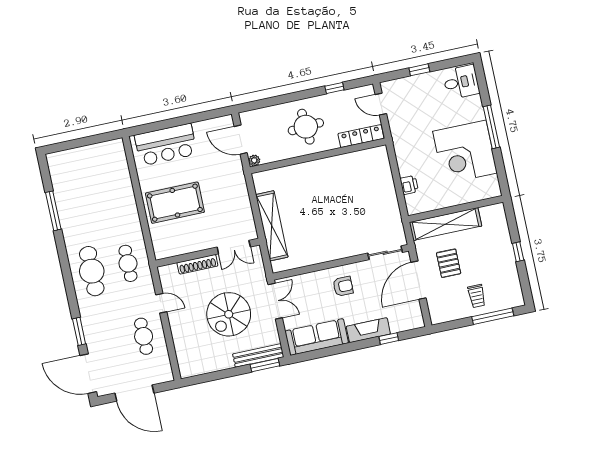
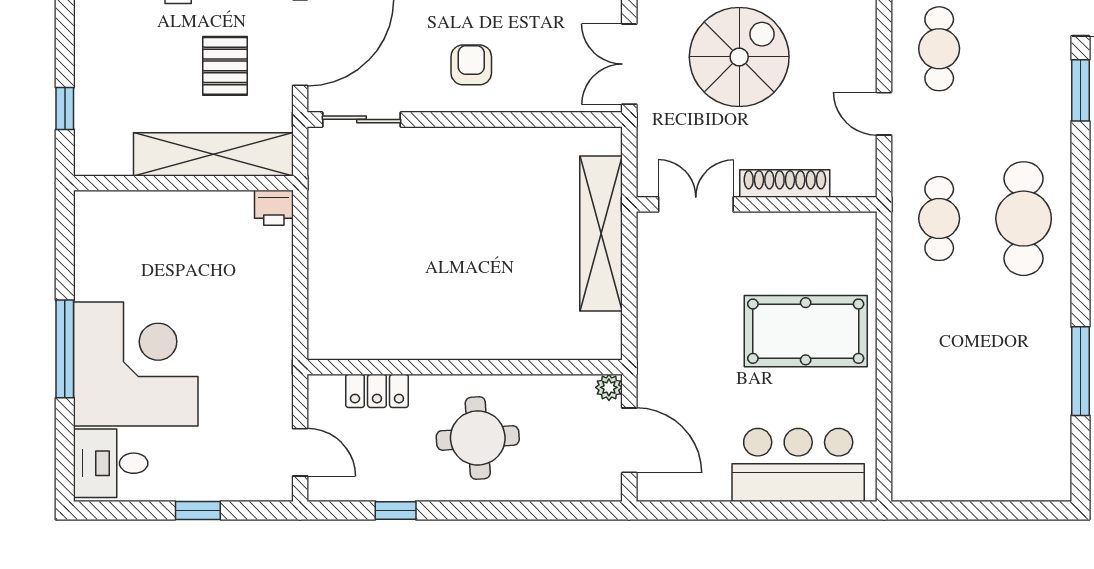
locker: (361, 136) -> (377, 391), width x0.66
corner desk: (465, 152) -> (136, 364), moved
printer: (409, 185) -> (274, 208), moved, turned -90
window: (518, 252) -> (65, 108), moved
armchair: (343, 286) -> (471, 65), turned 90

